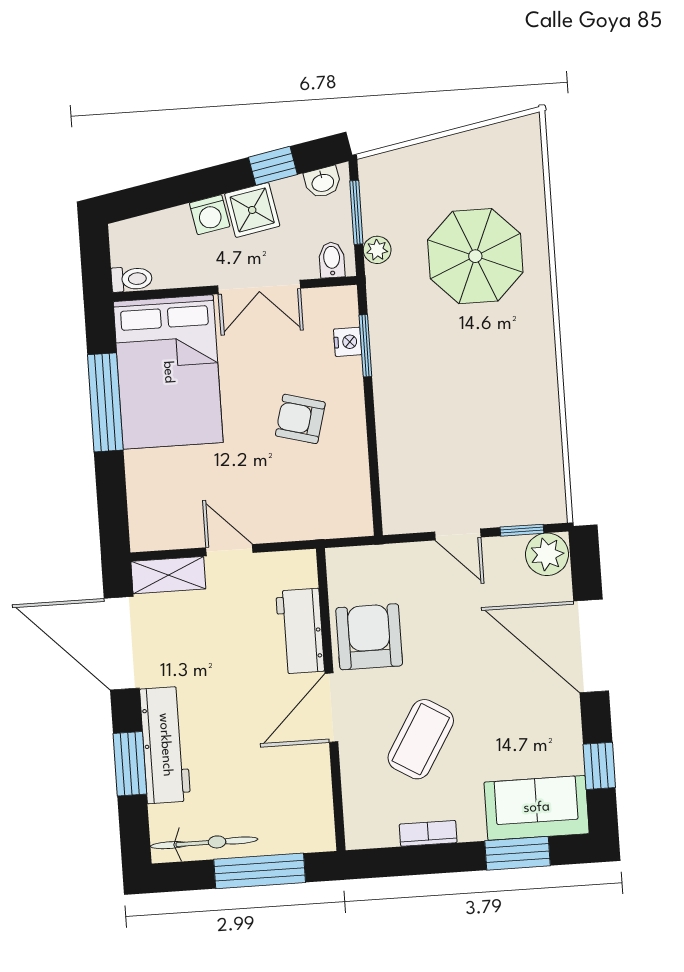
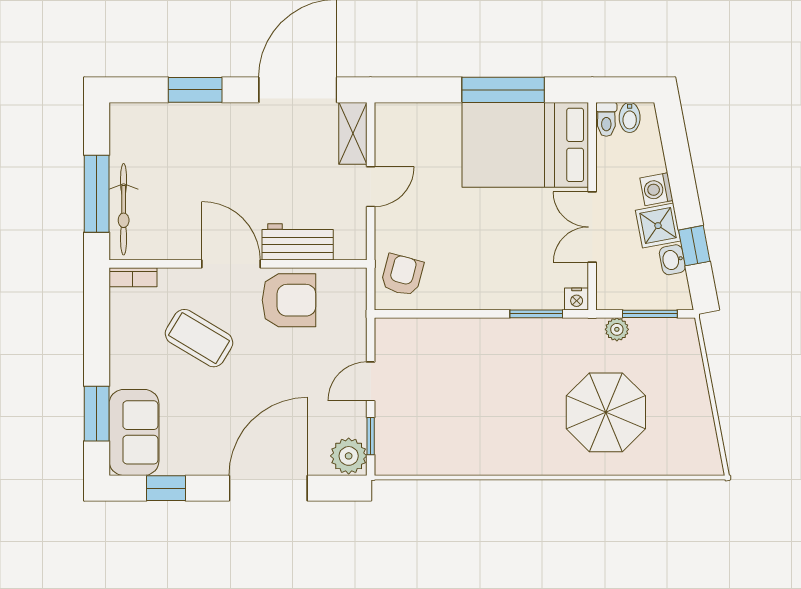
washbasin: (323, 182) -> (672, 260), moved
bidet: (332, 260) -> (630, 117), moved, turned 90
nightstand: (348, 342) -> (577, 299), moved
armchair: (300, 419) -> (402, 275), moved
workbench: (165, 745) -> (209, 121), removed
bookcase: (428, 833) -> (133, 277), moved, turned 90
bicycle: (204, 843) -> (124, 209), moved

